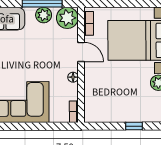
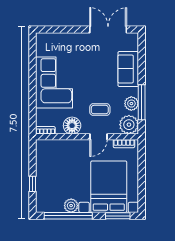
coffee table: (50, 51) -> (100, 110), added
floor lamp: (73, 77) -> (72, 126), width x1.89, depth x1.89

